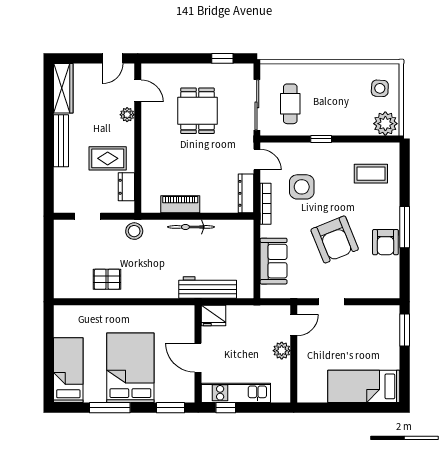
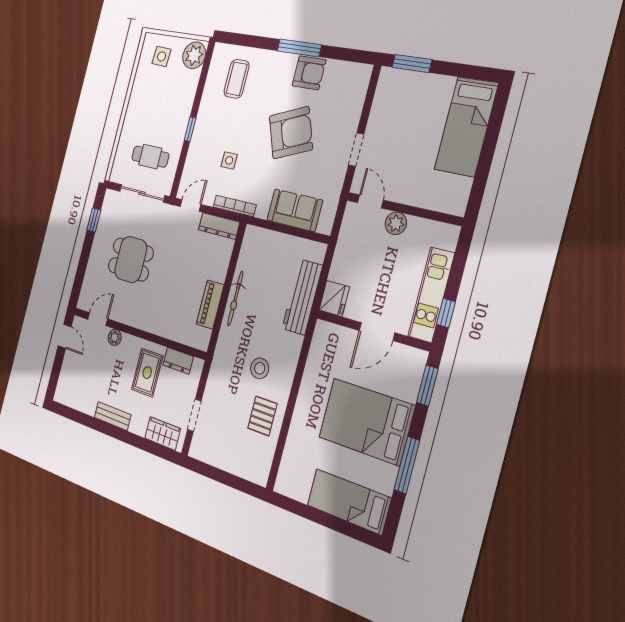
wardrobe: (63, 88) -> (163, 433), moved, width x0.67
bench: (61, 141) -> (113, 416), width x0.73
side table: (302, 187) -> (229, 160), width x0.54, depth x0.54
stool: (134, 231) -> (260, 368), moved

